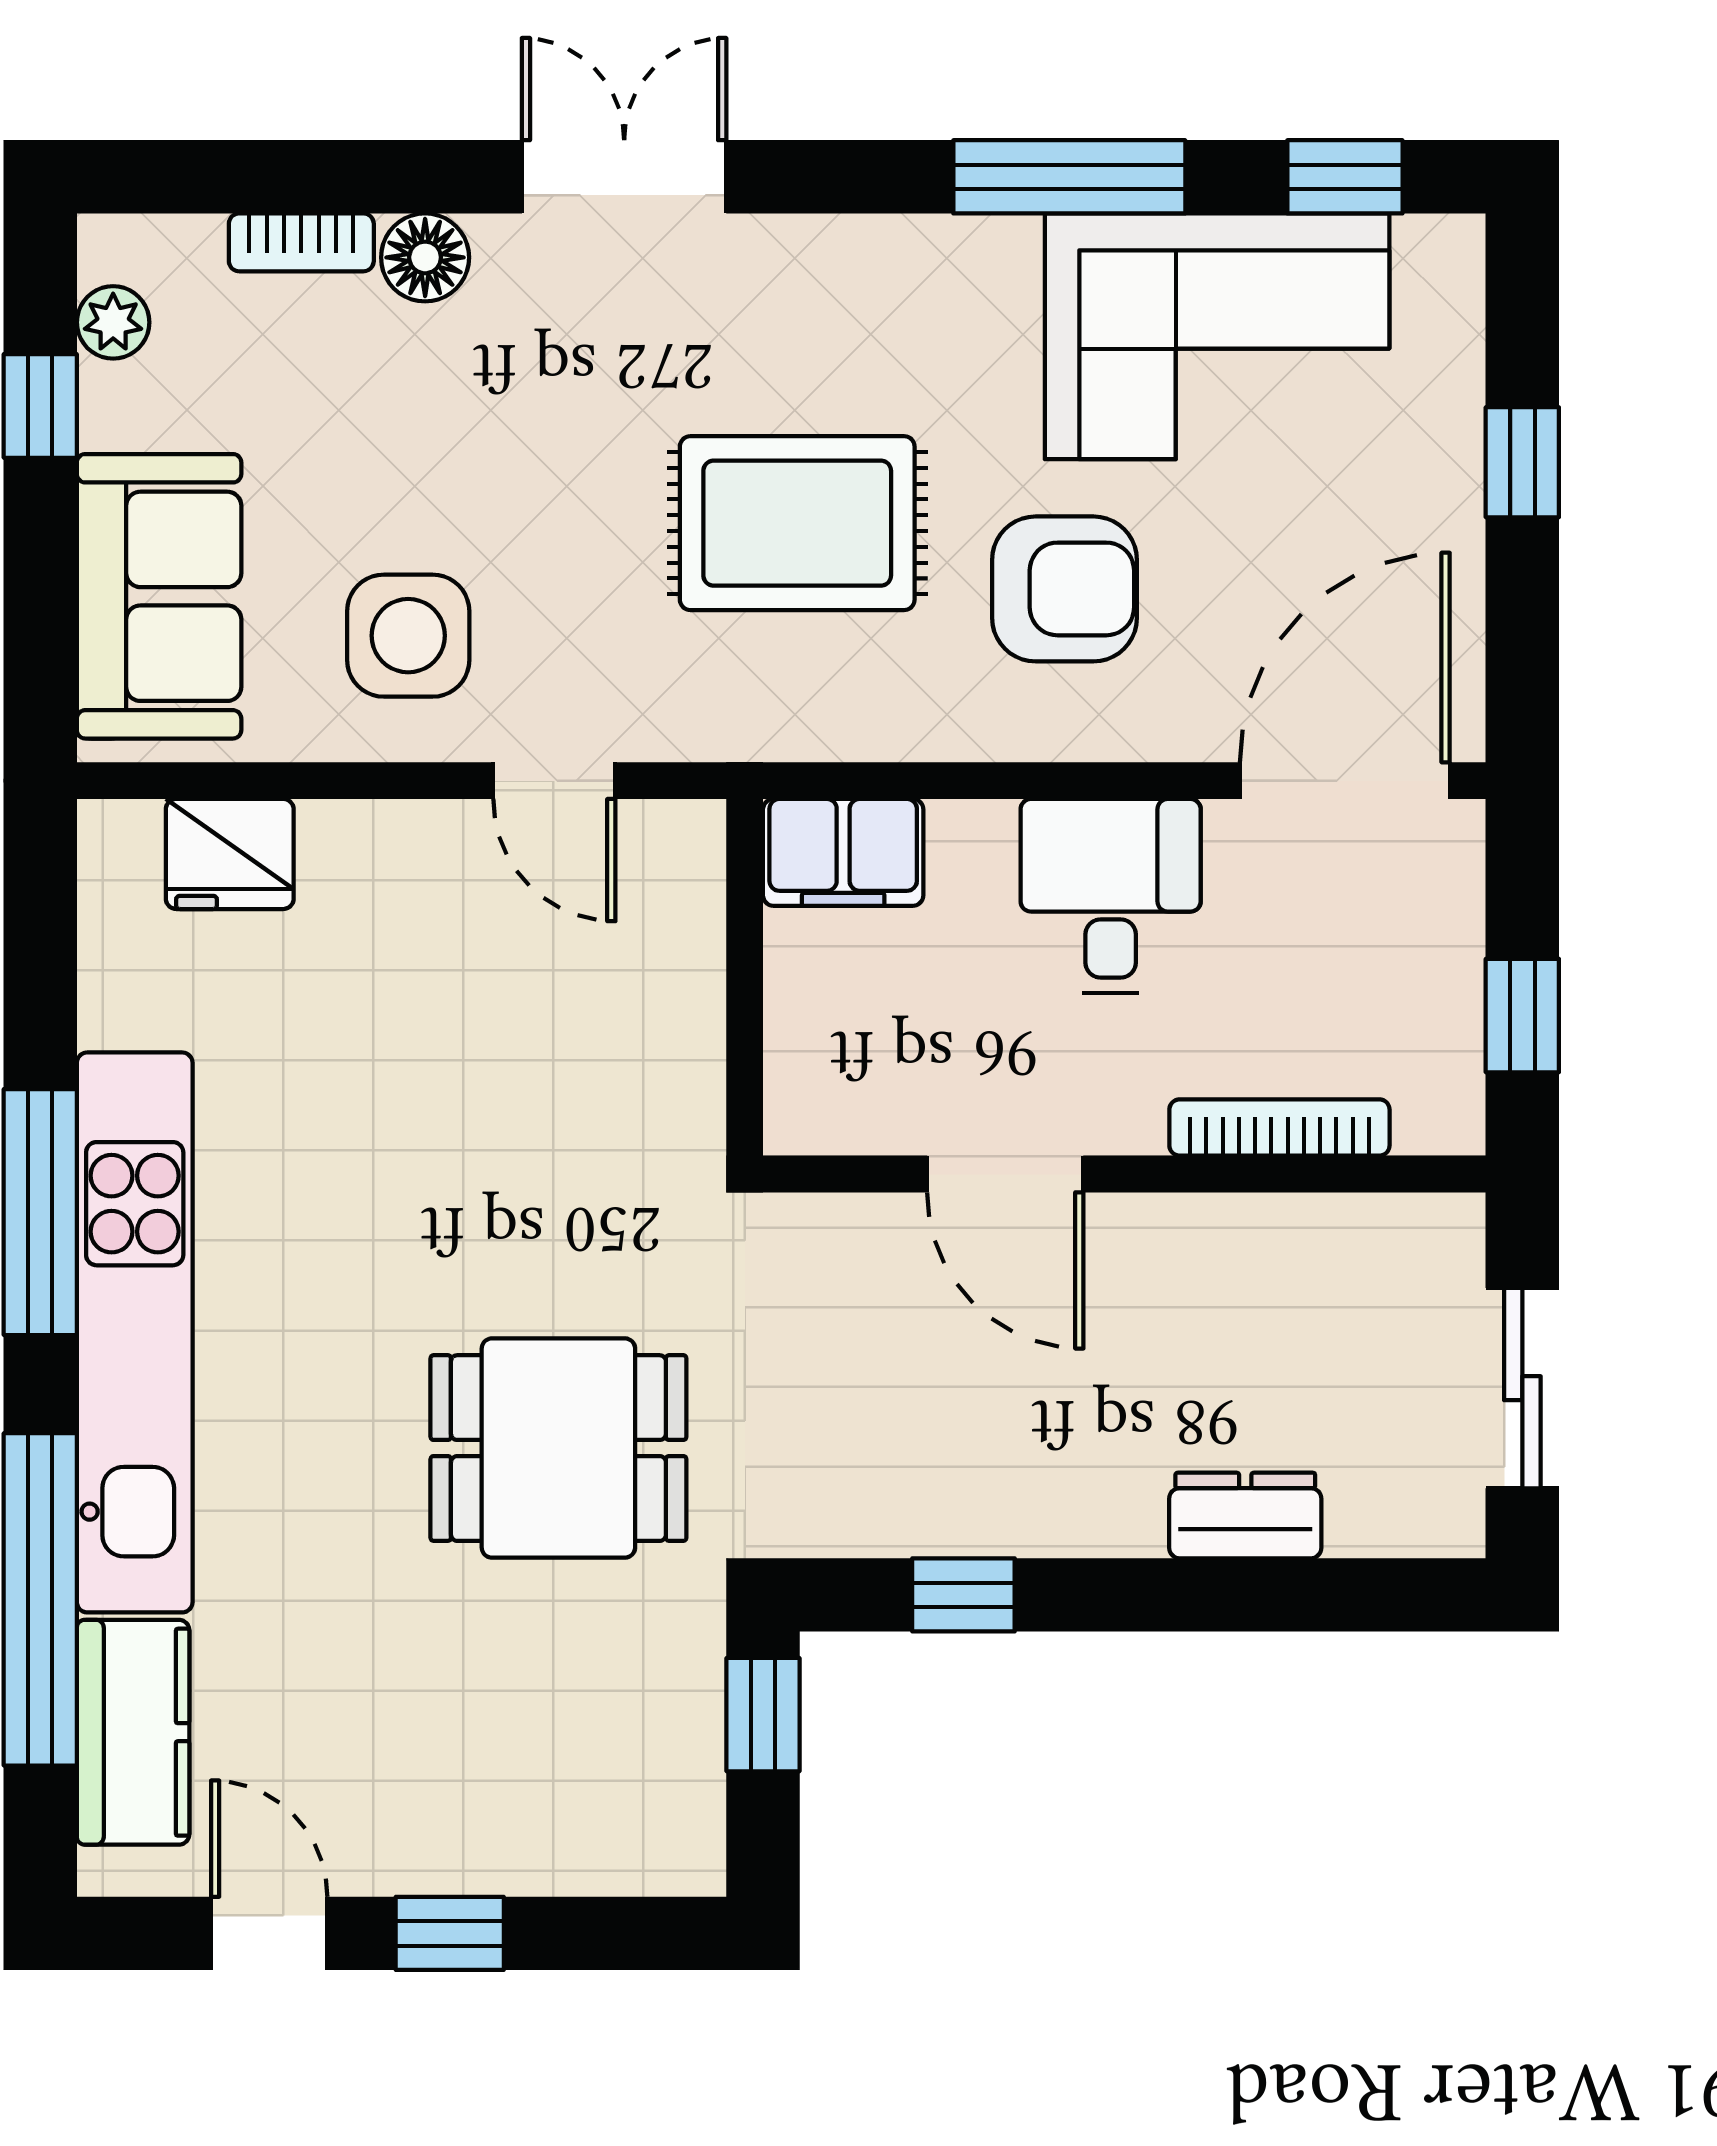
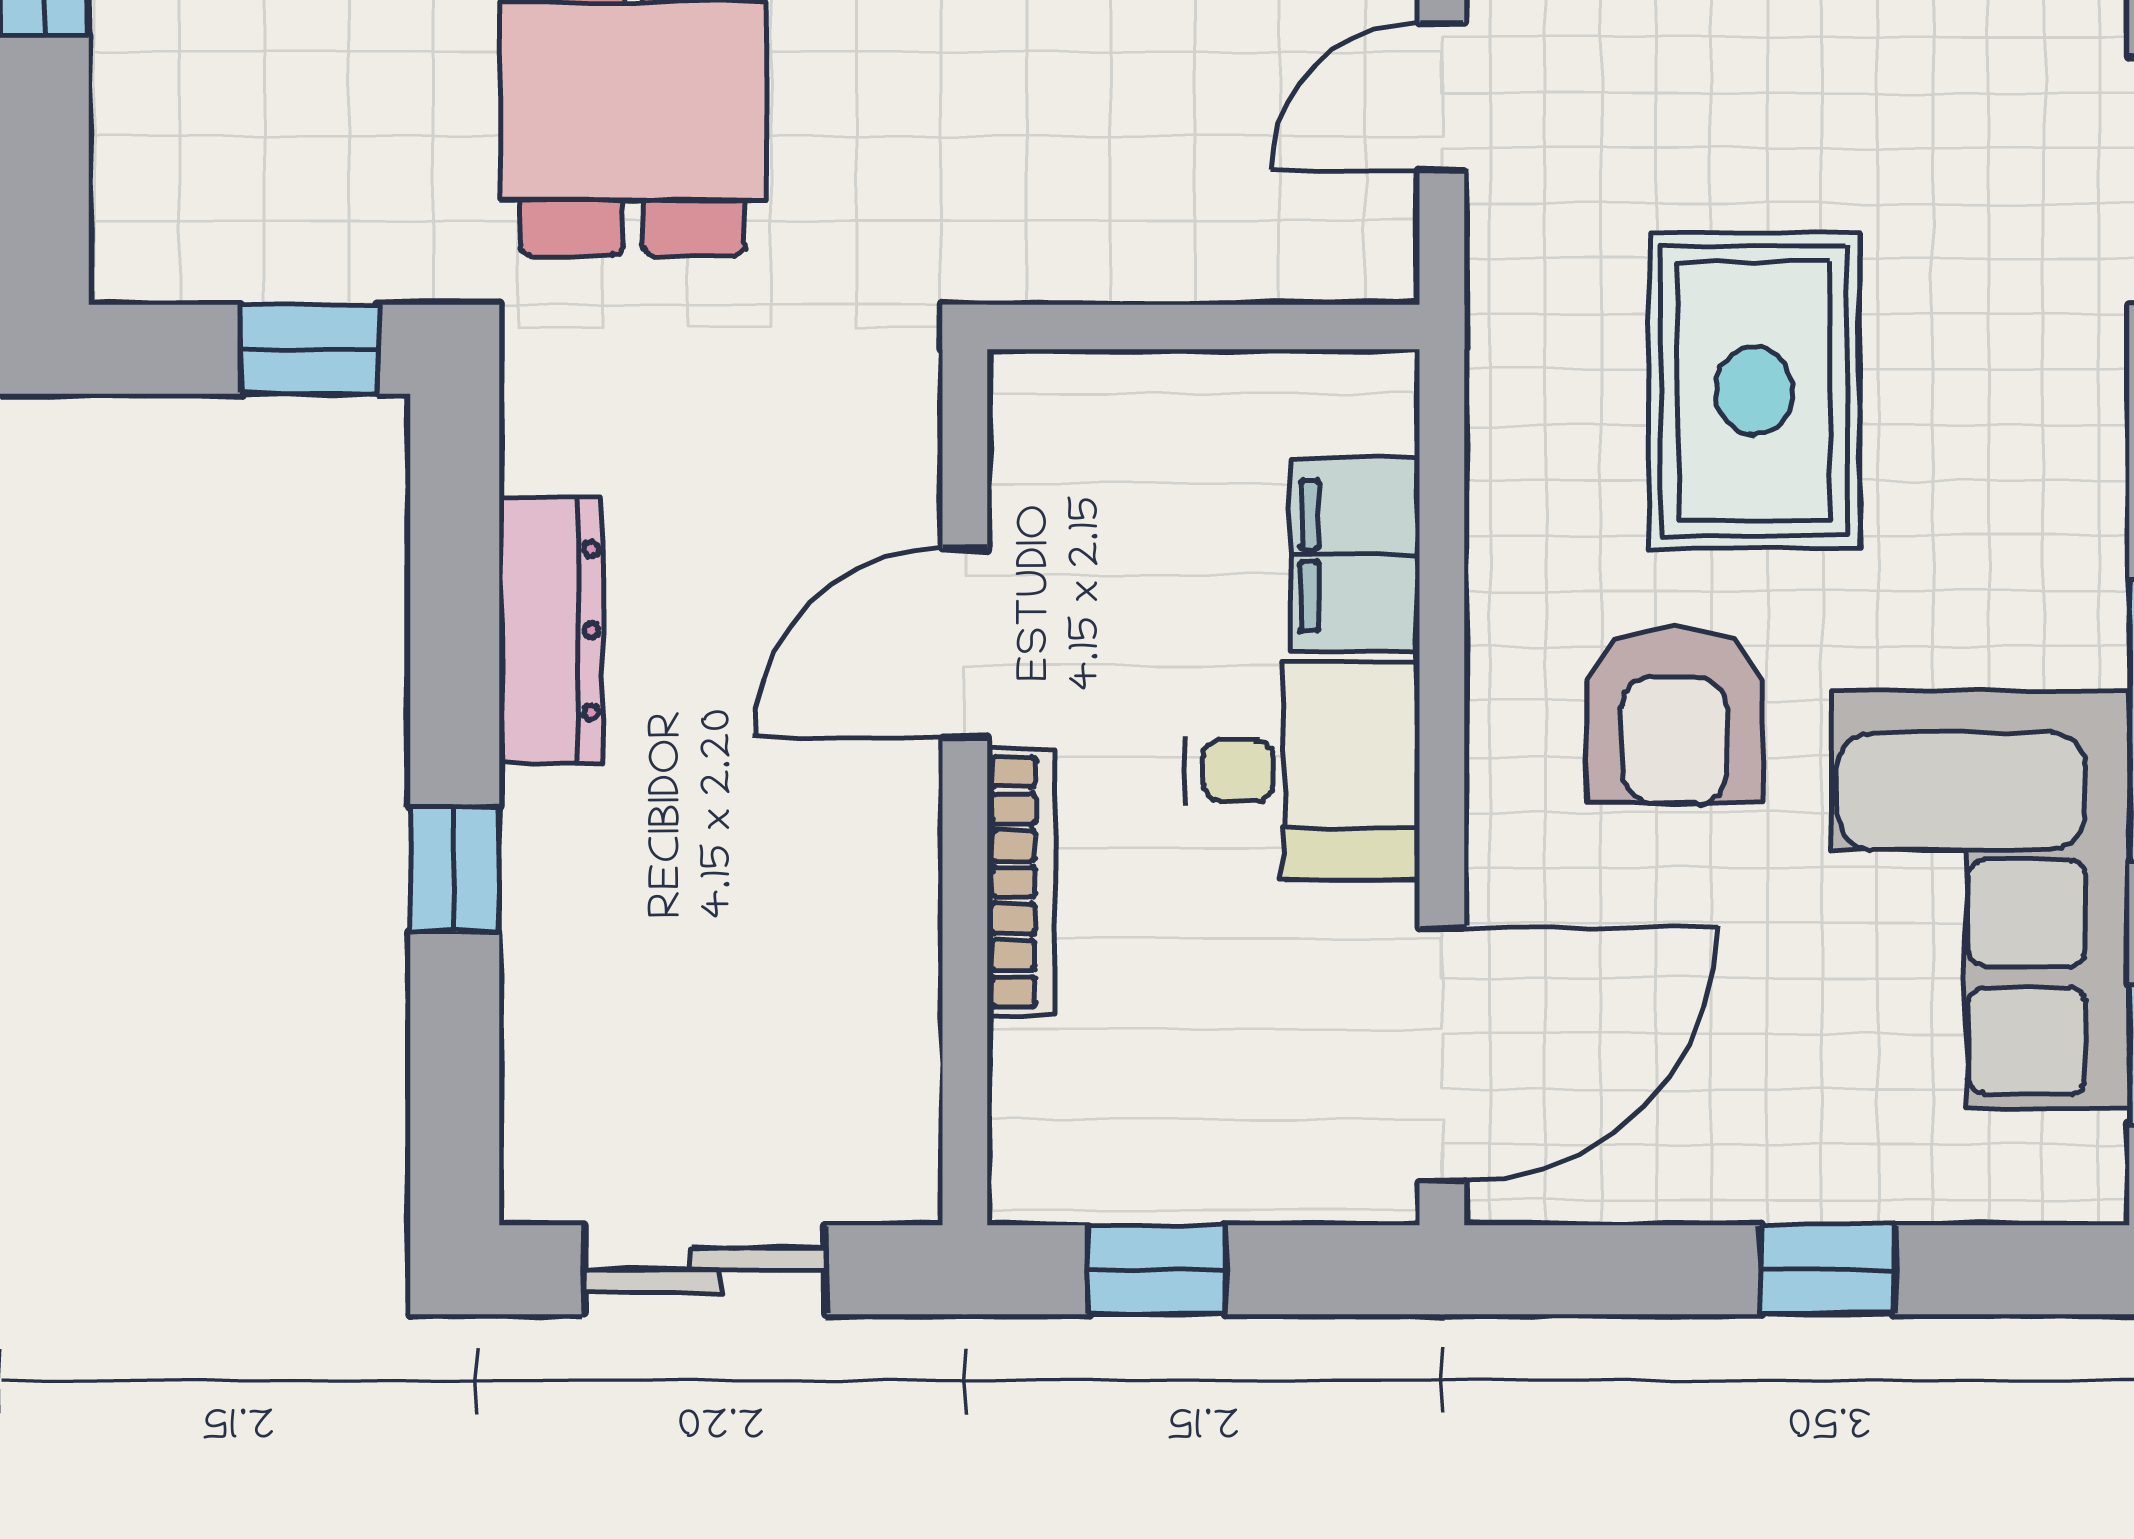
door: (1345, 781) -> (1442, 1055), hinge flipped
filing cabinet: (843, 852) -> (1355, 555), moved
bookcase: (1279, 1128) -> (1021, 882), moved
dresser: (1245, 1516) -> (551, 631), moved, width x1.44
window: (963, 1595) -> (455, 869), moved

